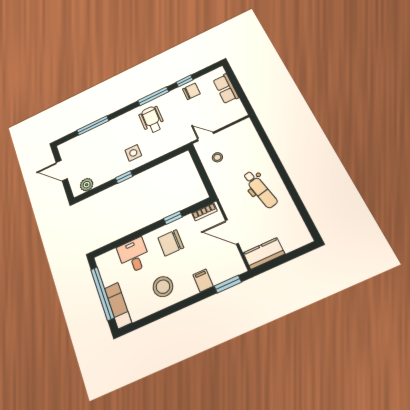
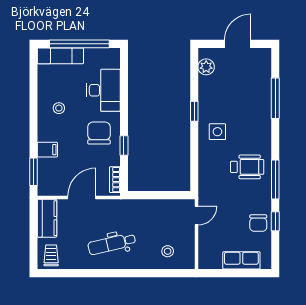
stool: (217, 157) -> (168, 251), moved
trolley: (295, 235) -> (51, 255), added
desk: (134, 256) -> (103, 90), width x1.37
stool: (163, 287) -> (59, 108), width x0.53, depth x0.53

